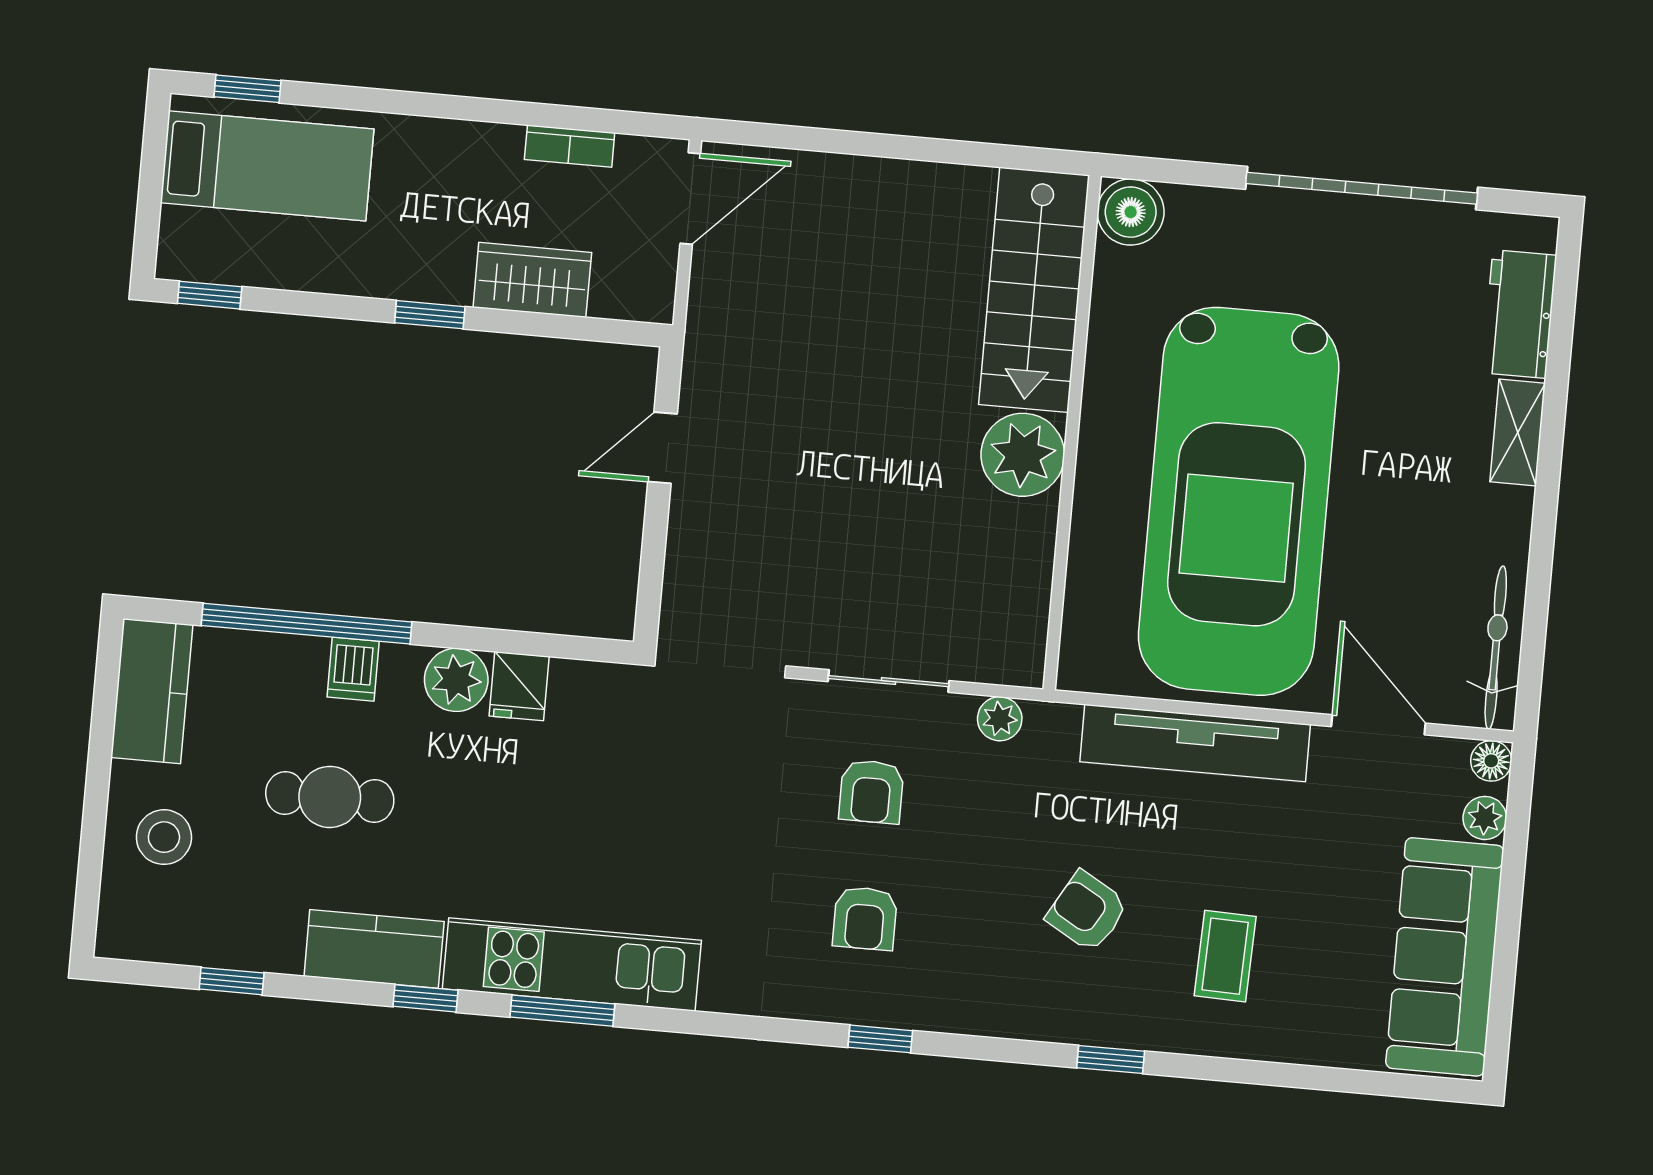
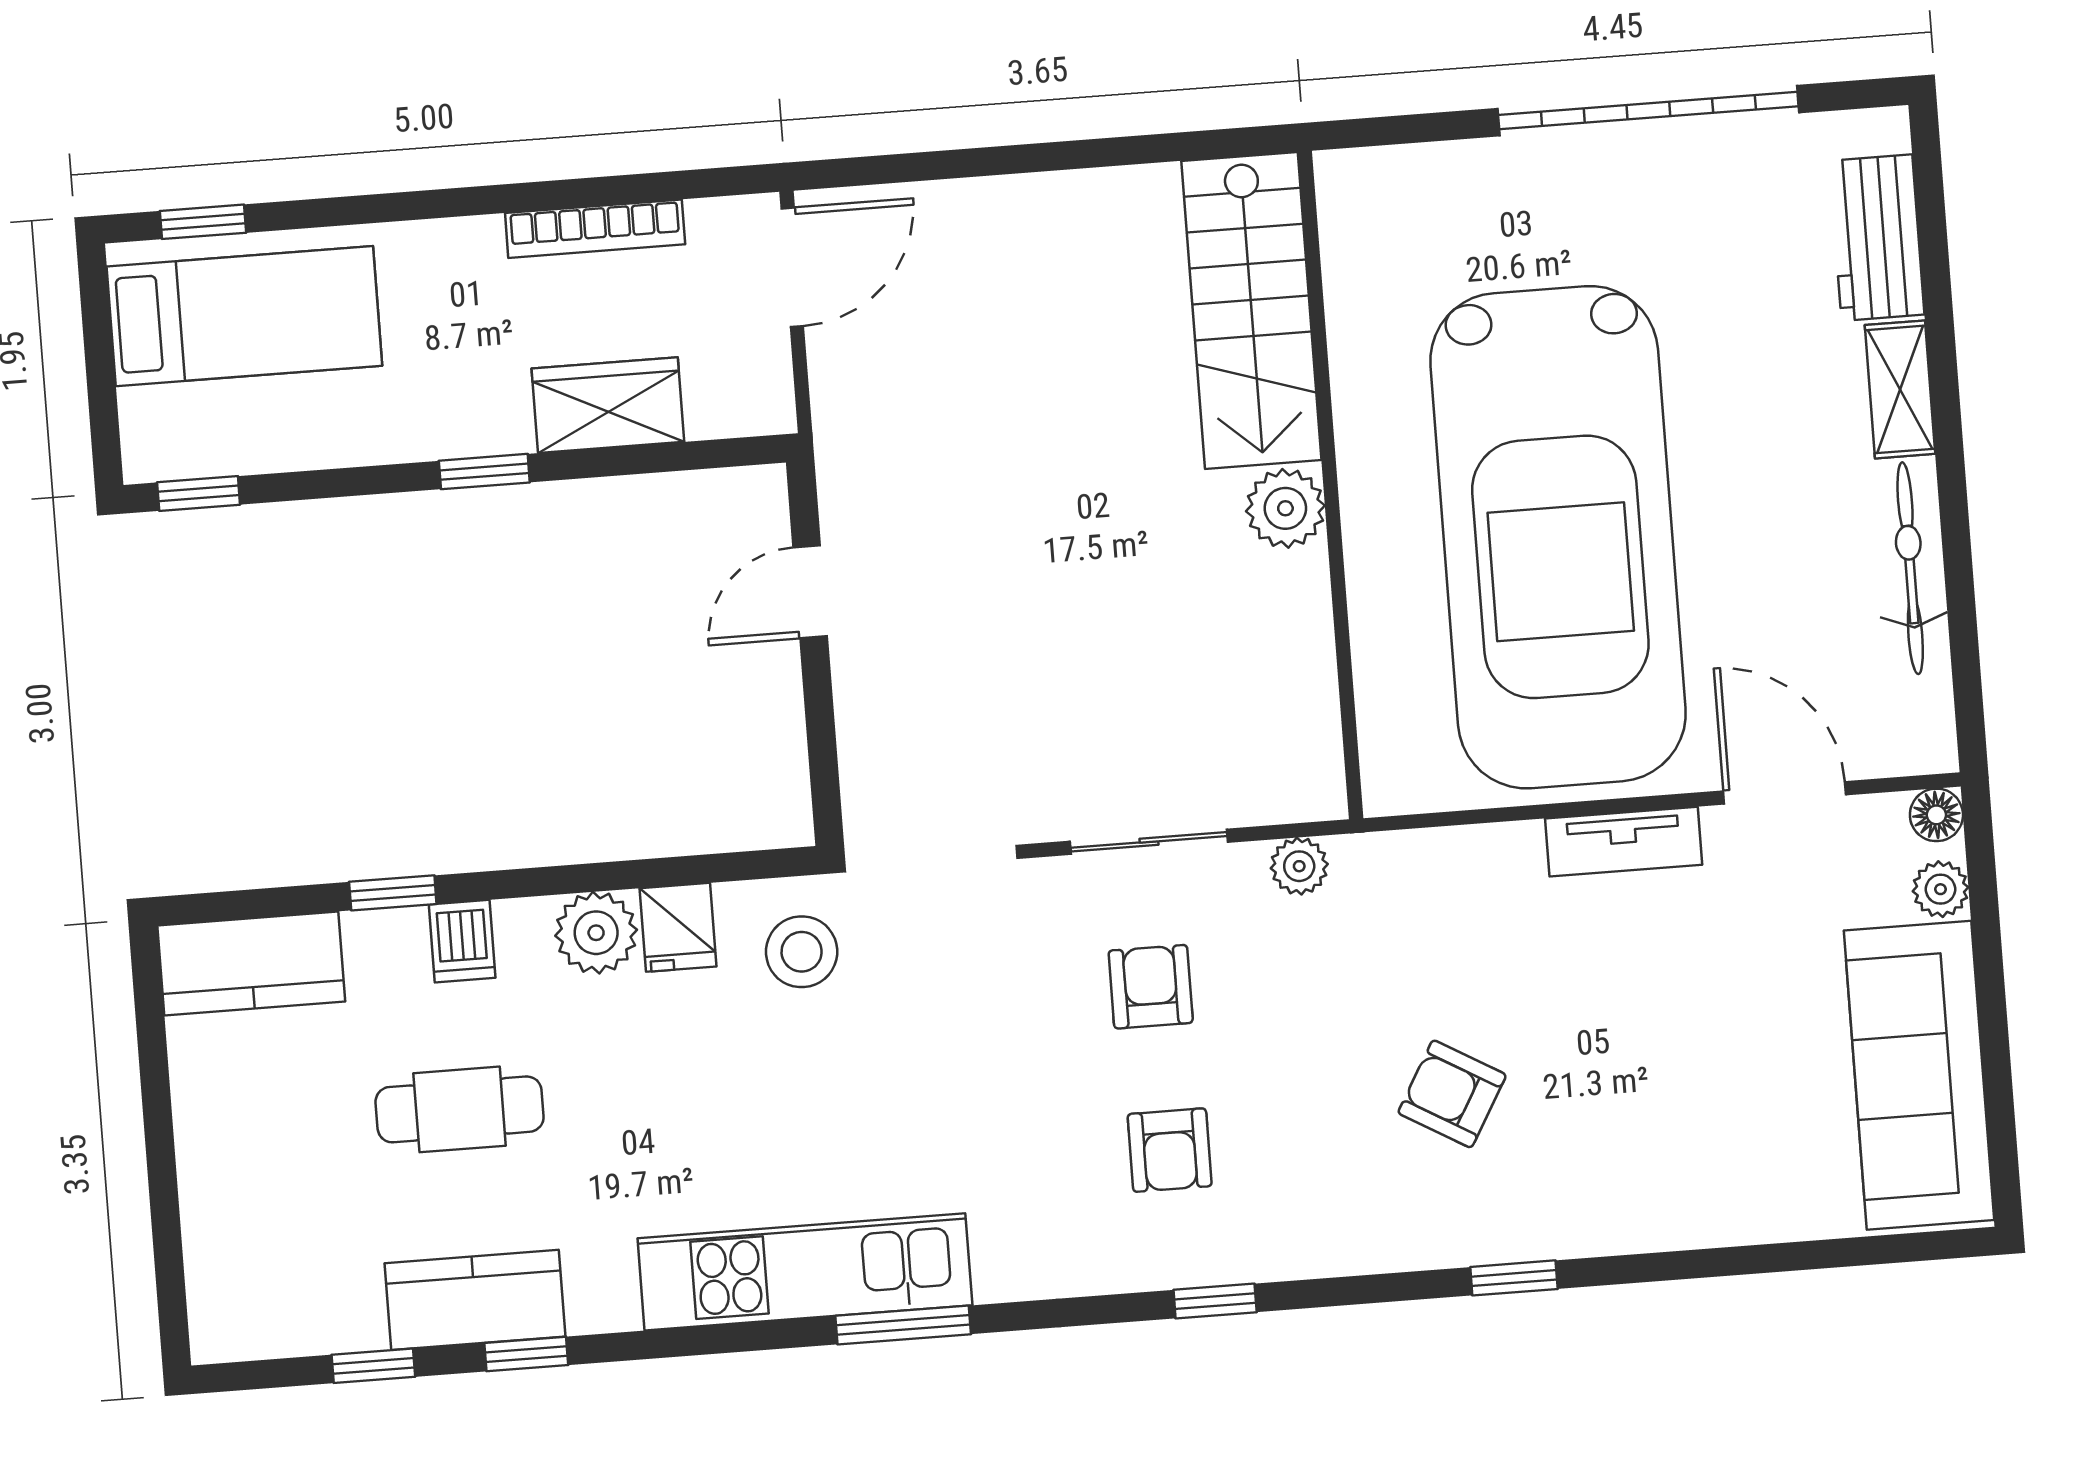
bookcase: (570, 146) -> (595, 229), width x1.56
boiler: (1131, 212) -> (1358, 190), removed
plant: (1023, 455) -> (1285, 508), width x0.73, depth x0.73
window: (307, 624) -> (393, 893), width x0.32
bicycle: (1496, 647) -> (1910, 568), moved
kitchen counter: (152, 691) -> (251, 963), moved, turned 90
tv unit: (1195, 743) -> (1624, 842), width x0.52, depth x0.78
armchair: (871, 792) -> (1151, 987), turned 180
stool: (164, 837) -> (802, 952), moved
kitchen counter: (374, 949) -> (475, 1300), moved
coffee table: (1225, 956) -> (1638, 1121), removed
window: (425, 998) -> (526, 1354), moved
window: (562, 1011) -> (903, 1325), moved

